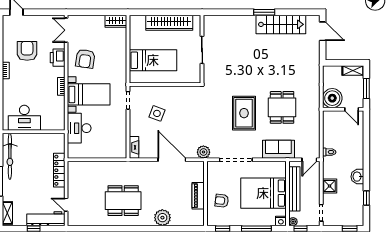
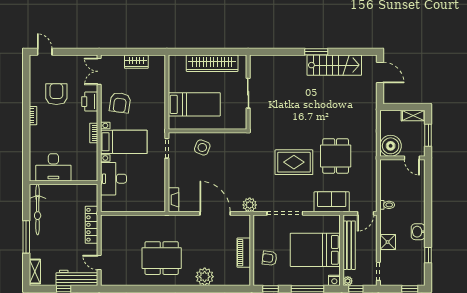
wardrobe: (116, 21) -> (136, 62), moved
side table: (157, 113) -> (202, 147), moved
rug: (244, 113) -> (294, 162), turned 90

